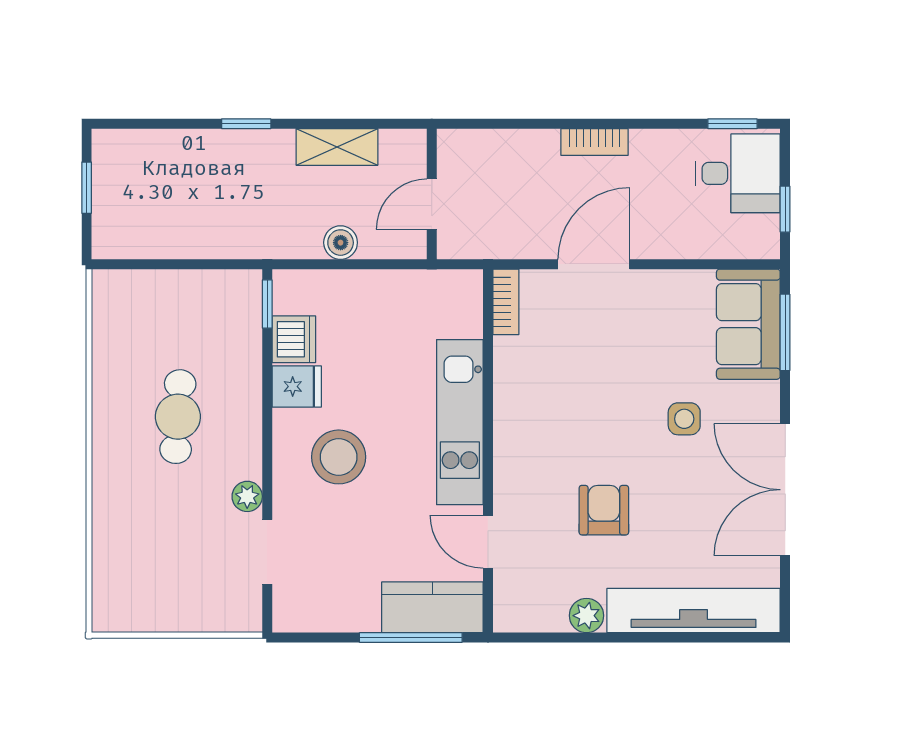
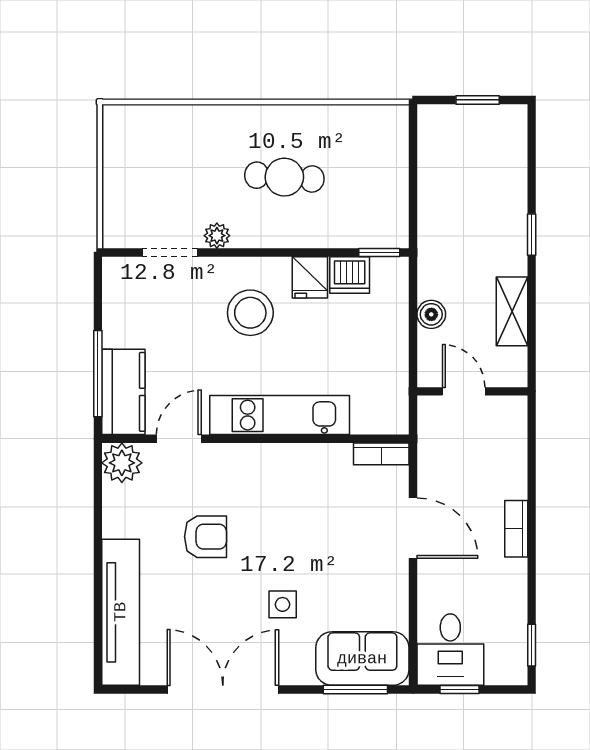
desk: (738, 173) -> (450, 650), moved
plant: (587, 616) -> (122, 463), moved, width x1.38, depth x1.38

